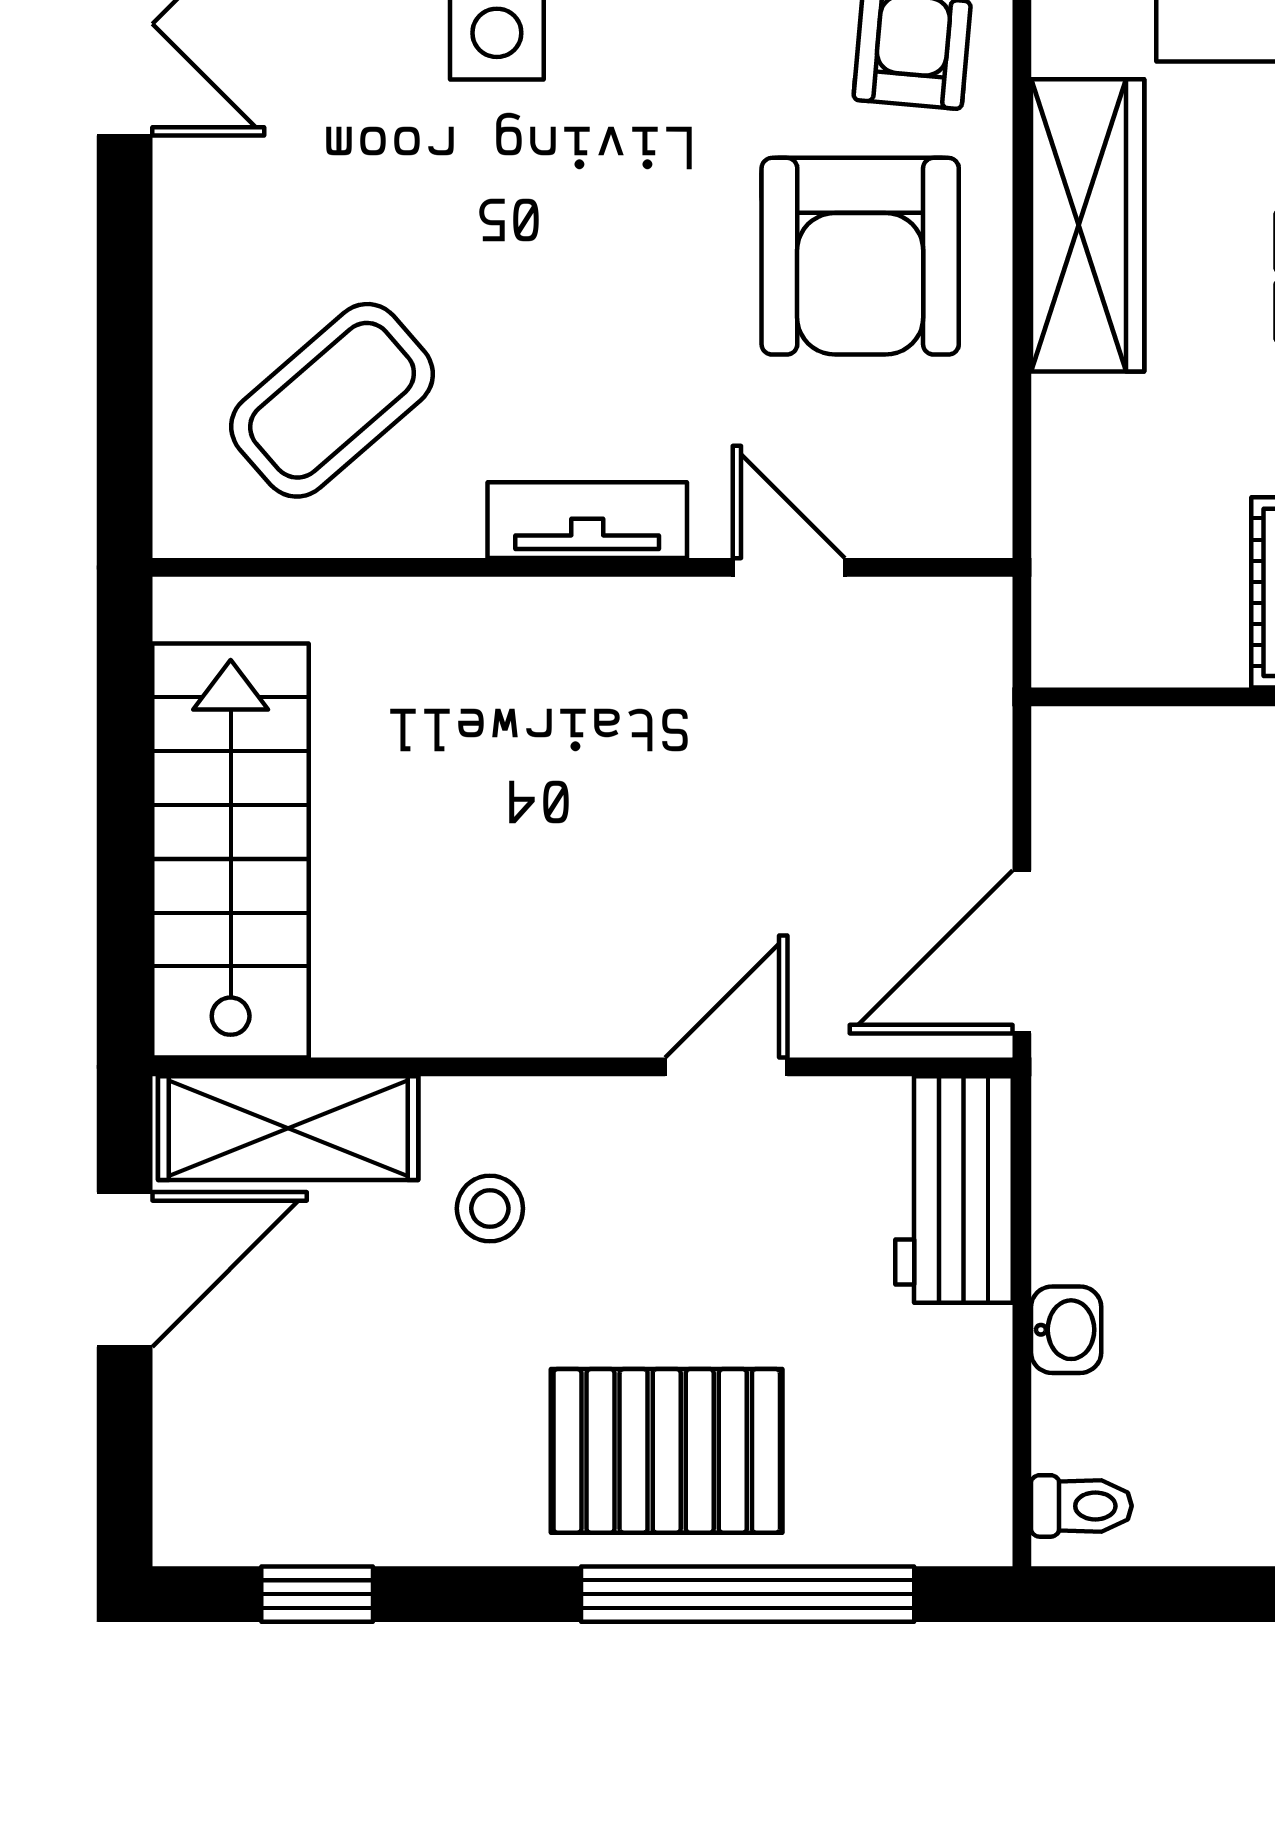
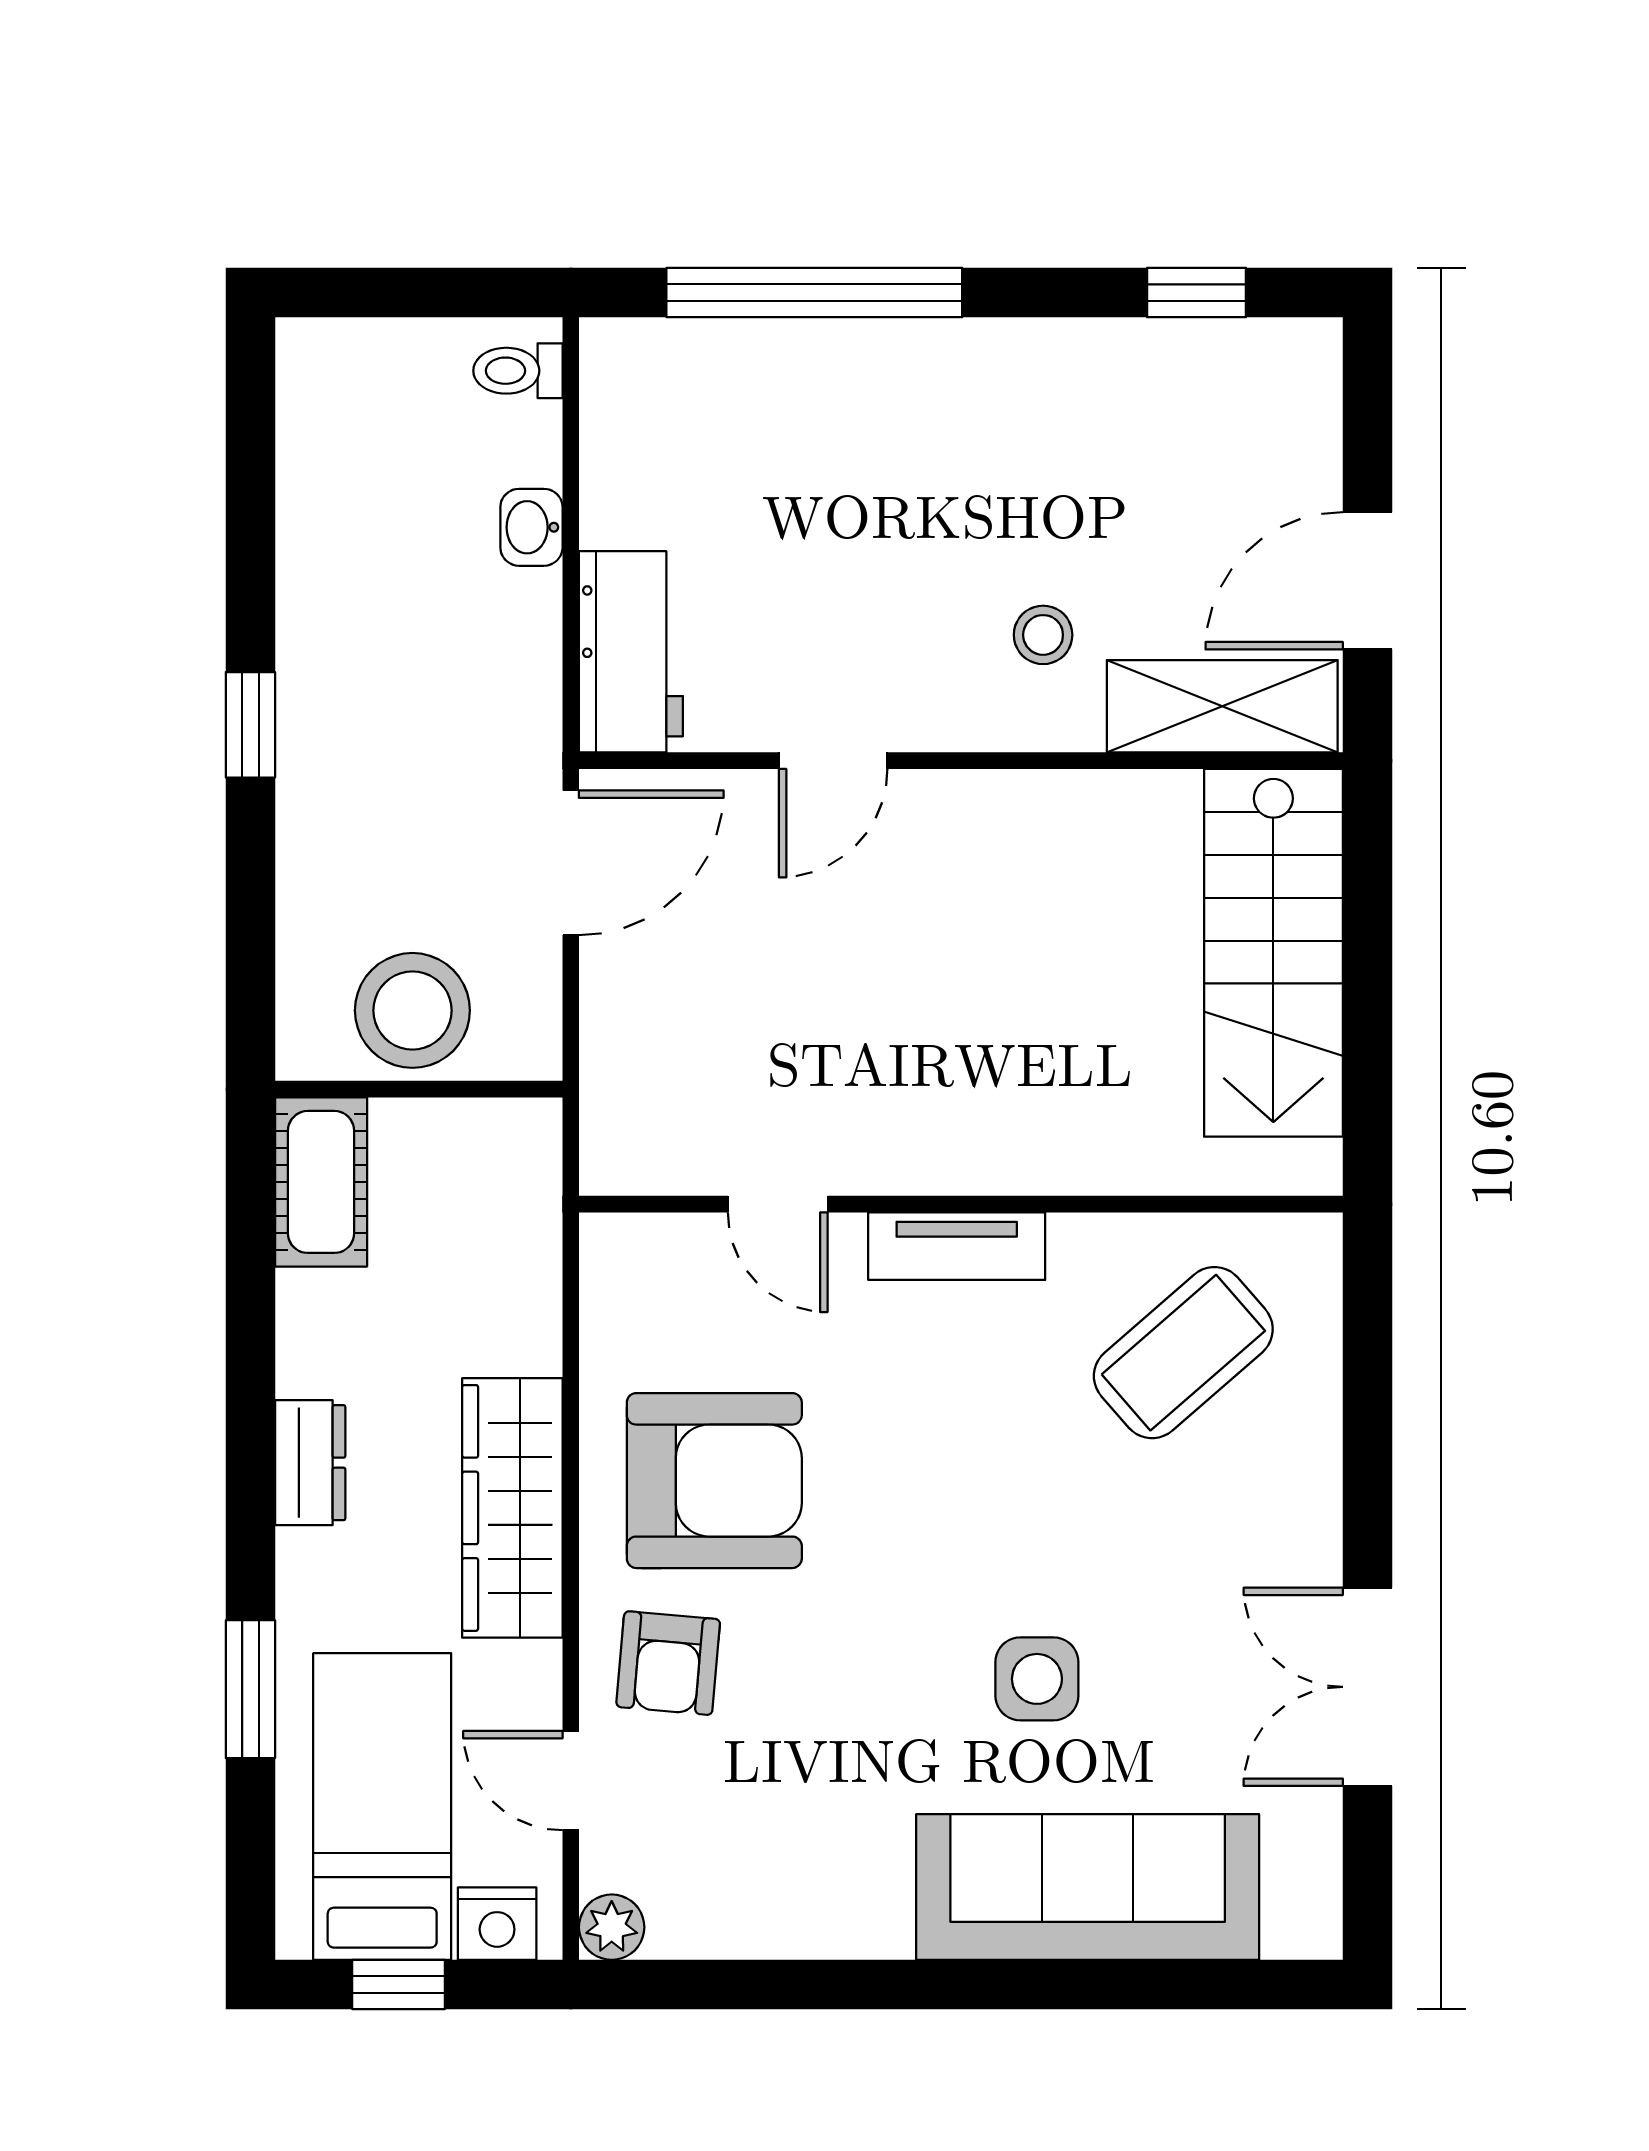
armchair: (860, 256) -> (714, 1481), turned 90
stool: (1200, 786) -> (412, 1010), added
pallet: (667, 1451) -> (886, 420), removed

